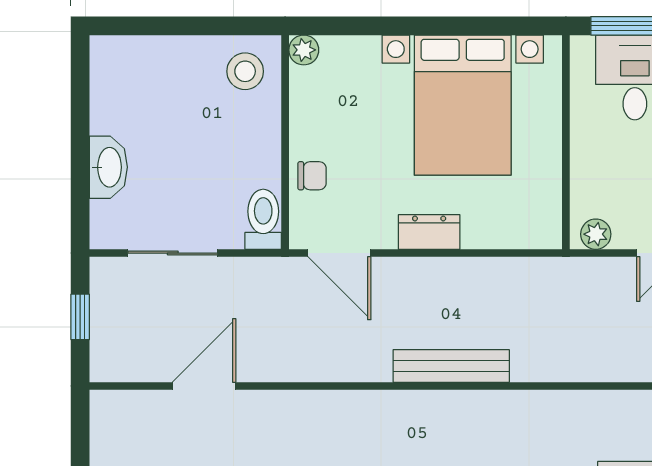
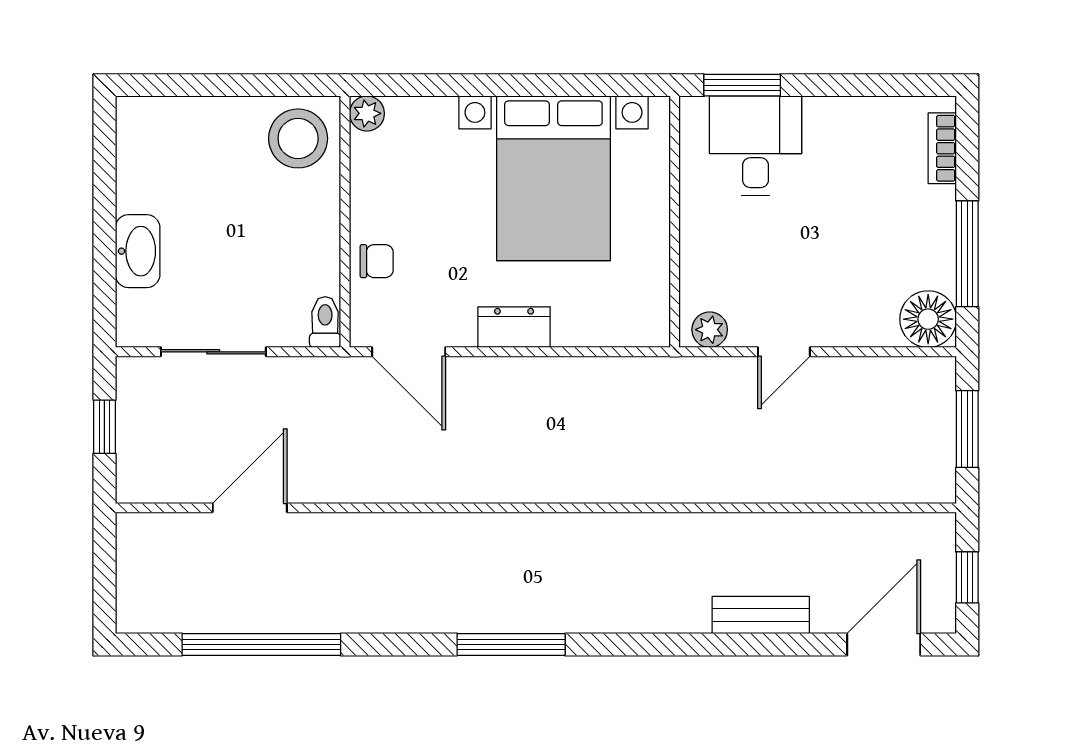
stool: (245, 71) -> (298, 138), width x1.38, depth x1.38
toilet: (263, 219) -> (325, 322), width x0.73, depth x0.72
bench: (451, 366) -> (540, 484), removed

